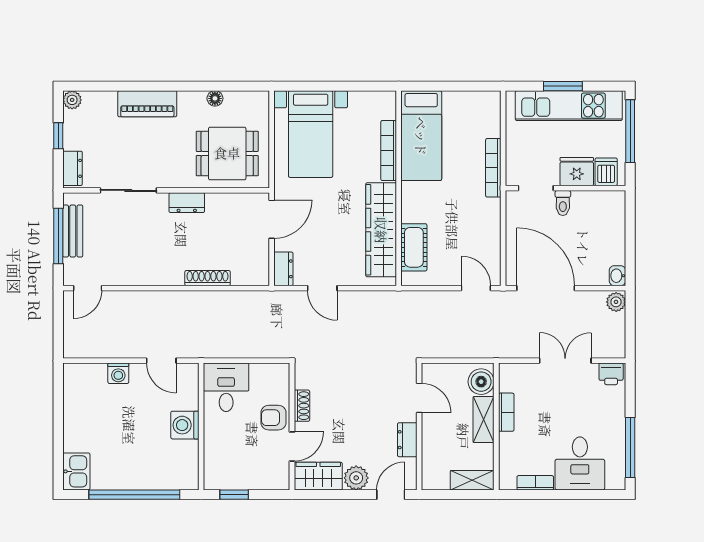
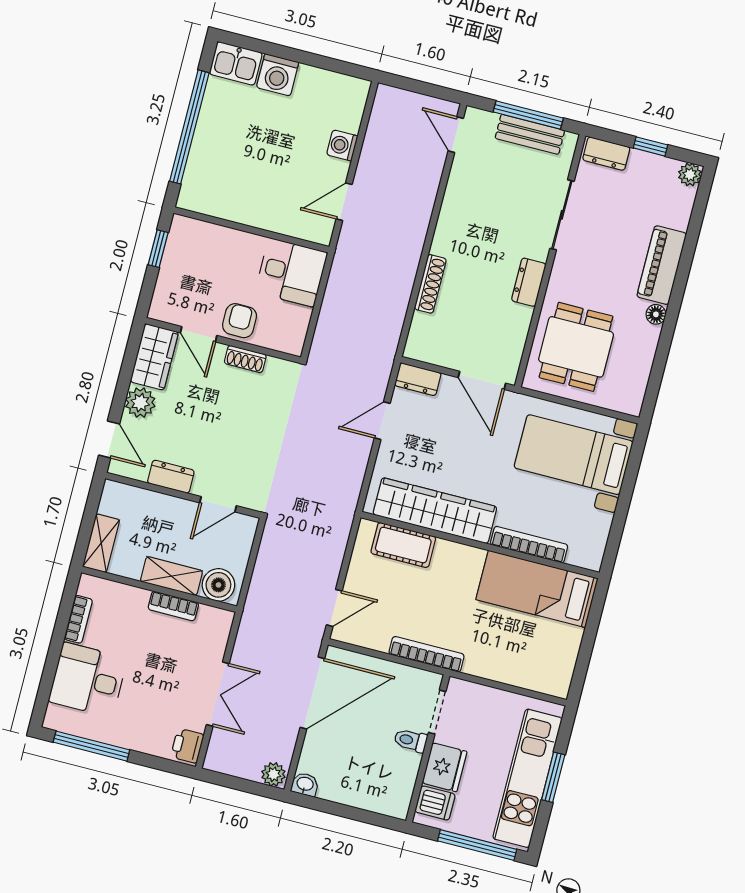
floor lamp: (215, 98) -> (656, 314), moved
bookcase: (493, 168) -> (427, 654), moved
washing machine: (185, 425) -> (278, 75), moved, turned 180

